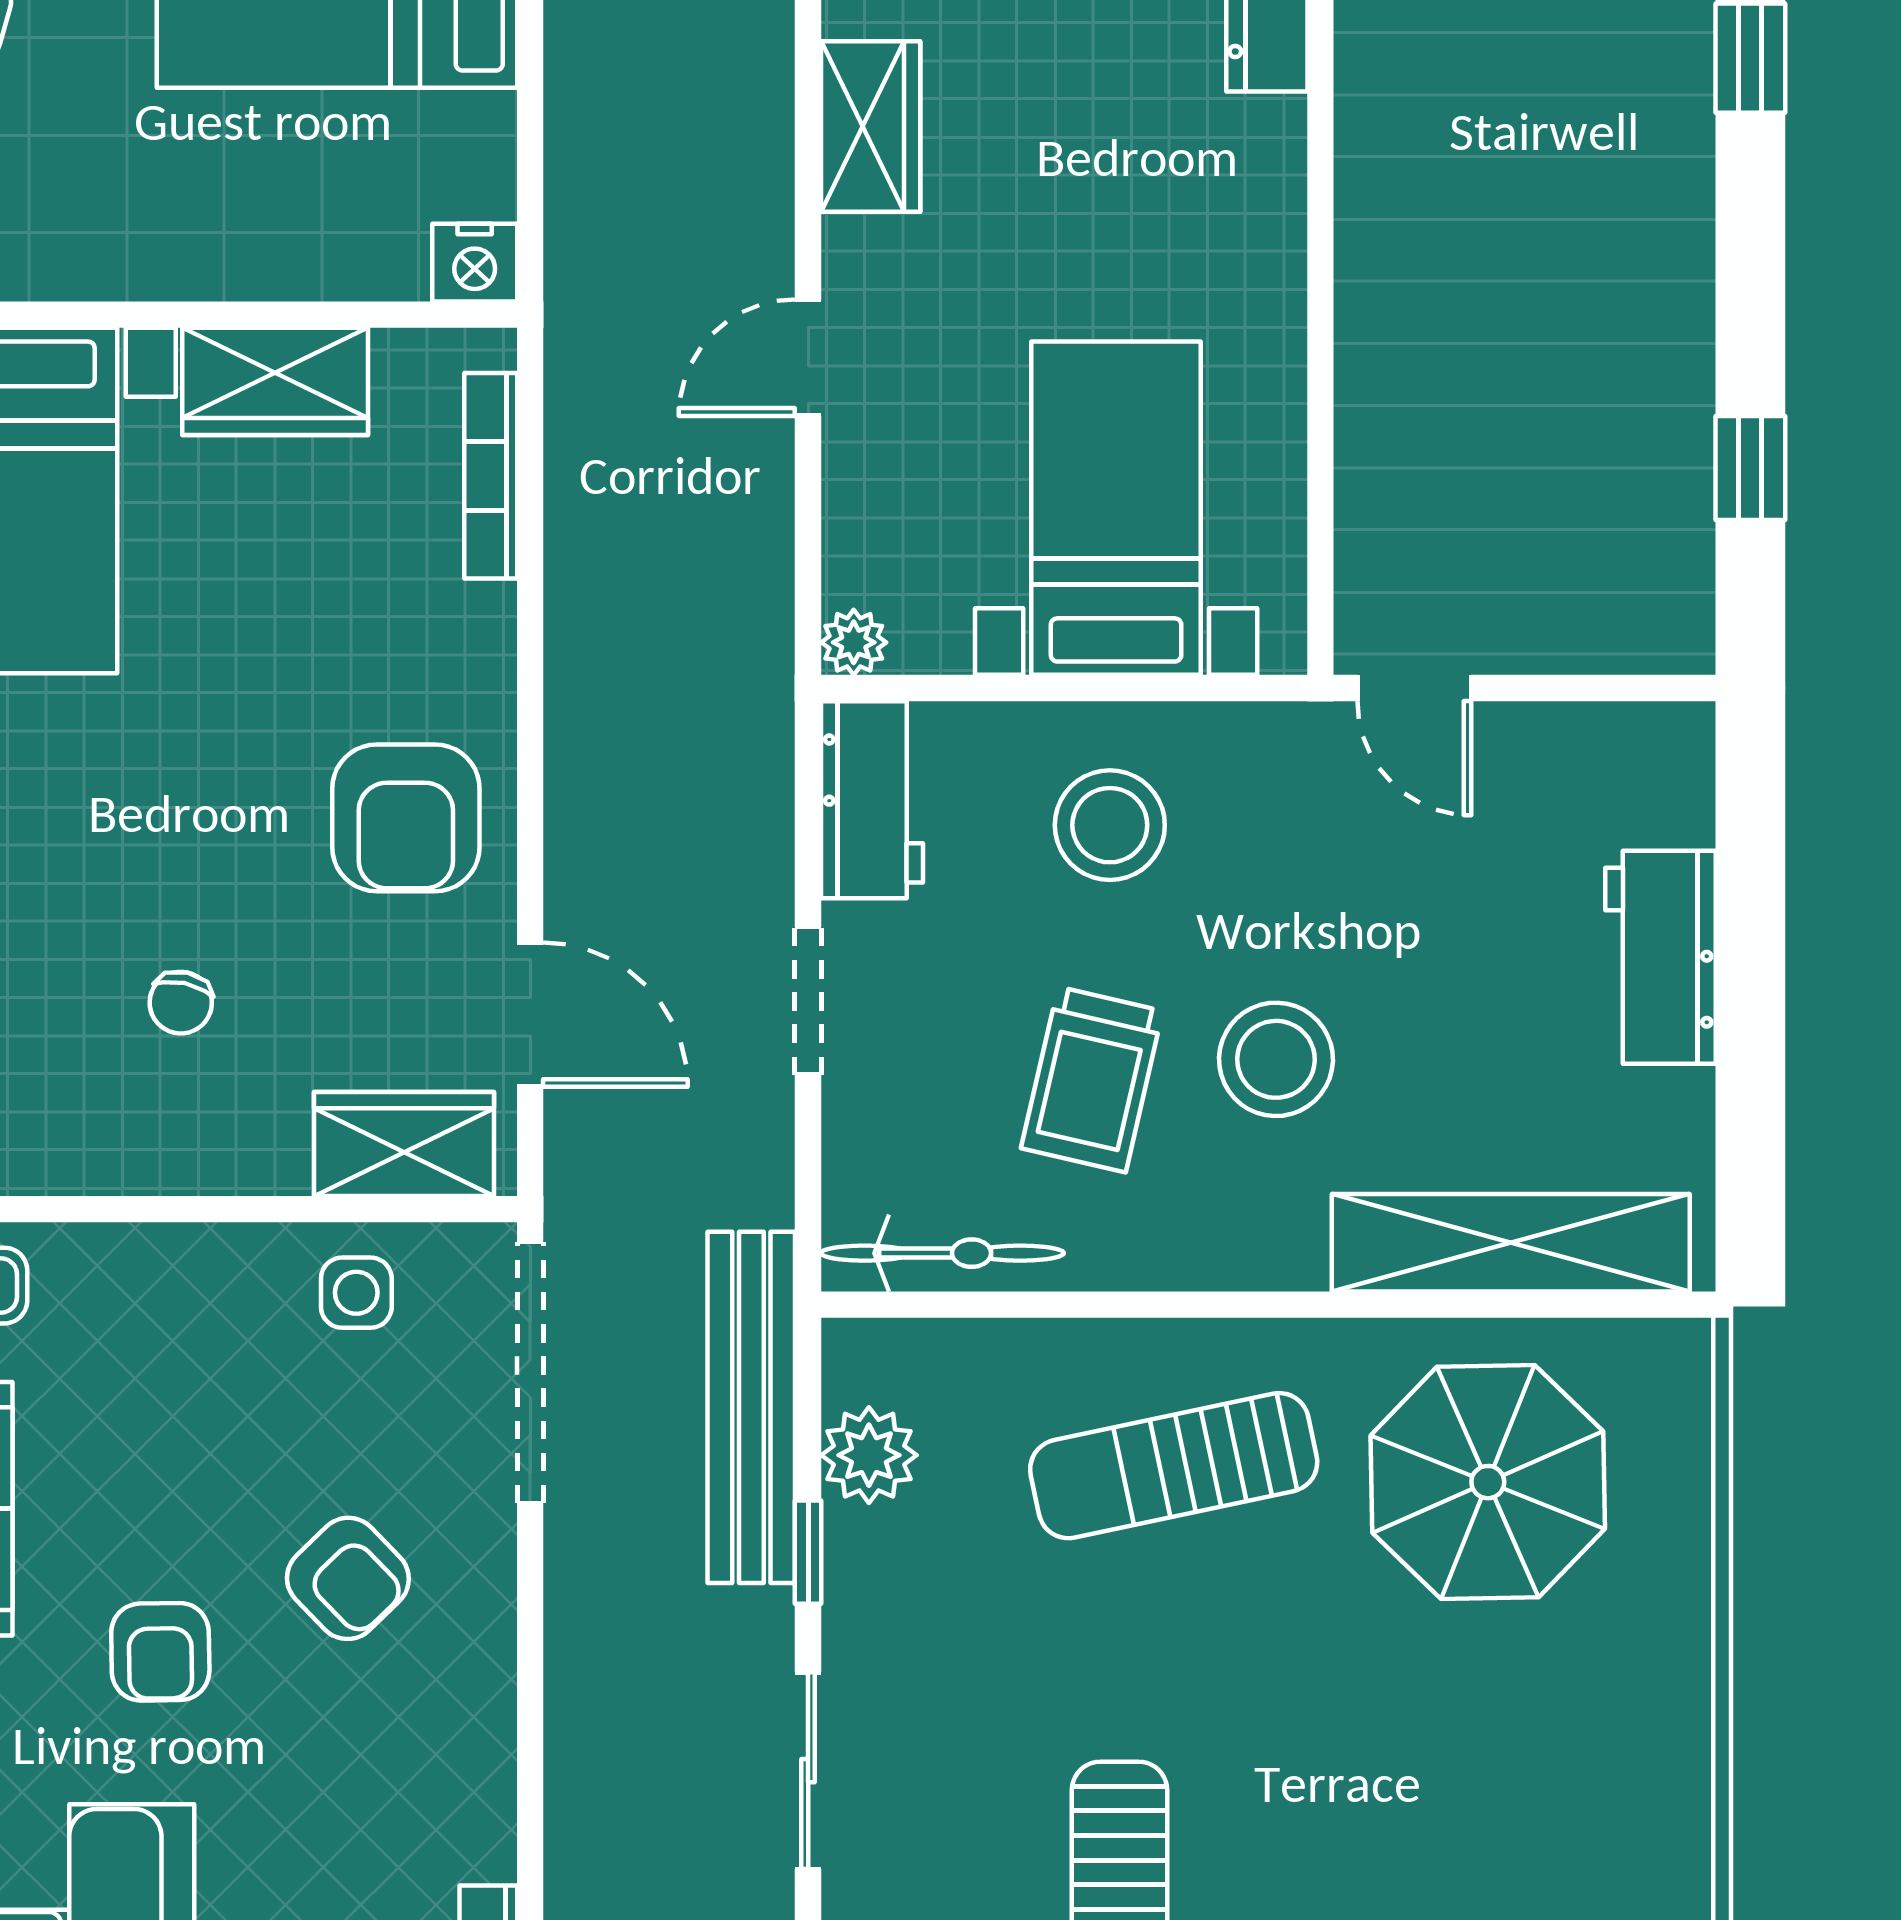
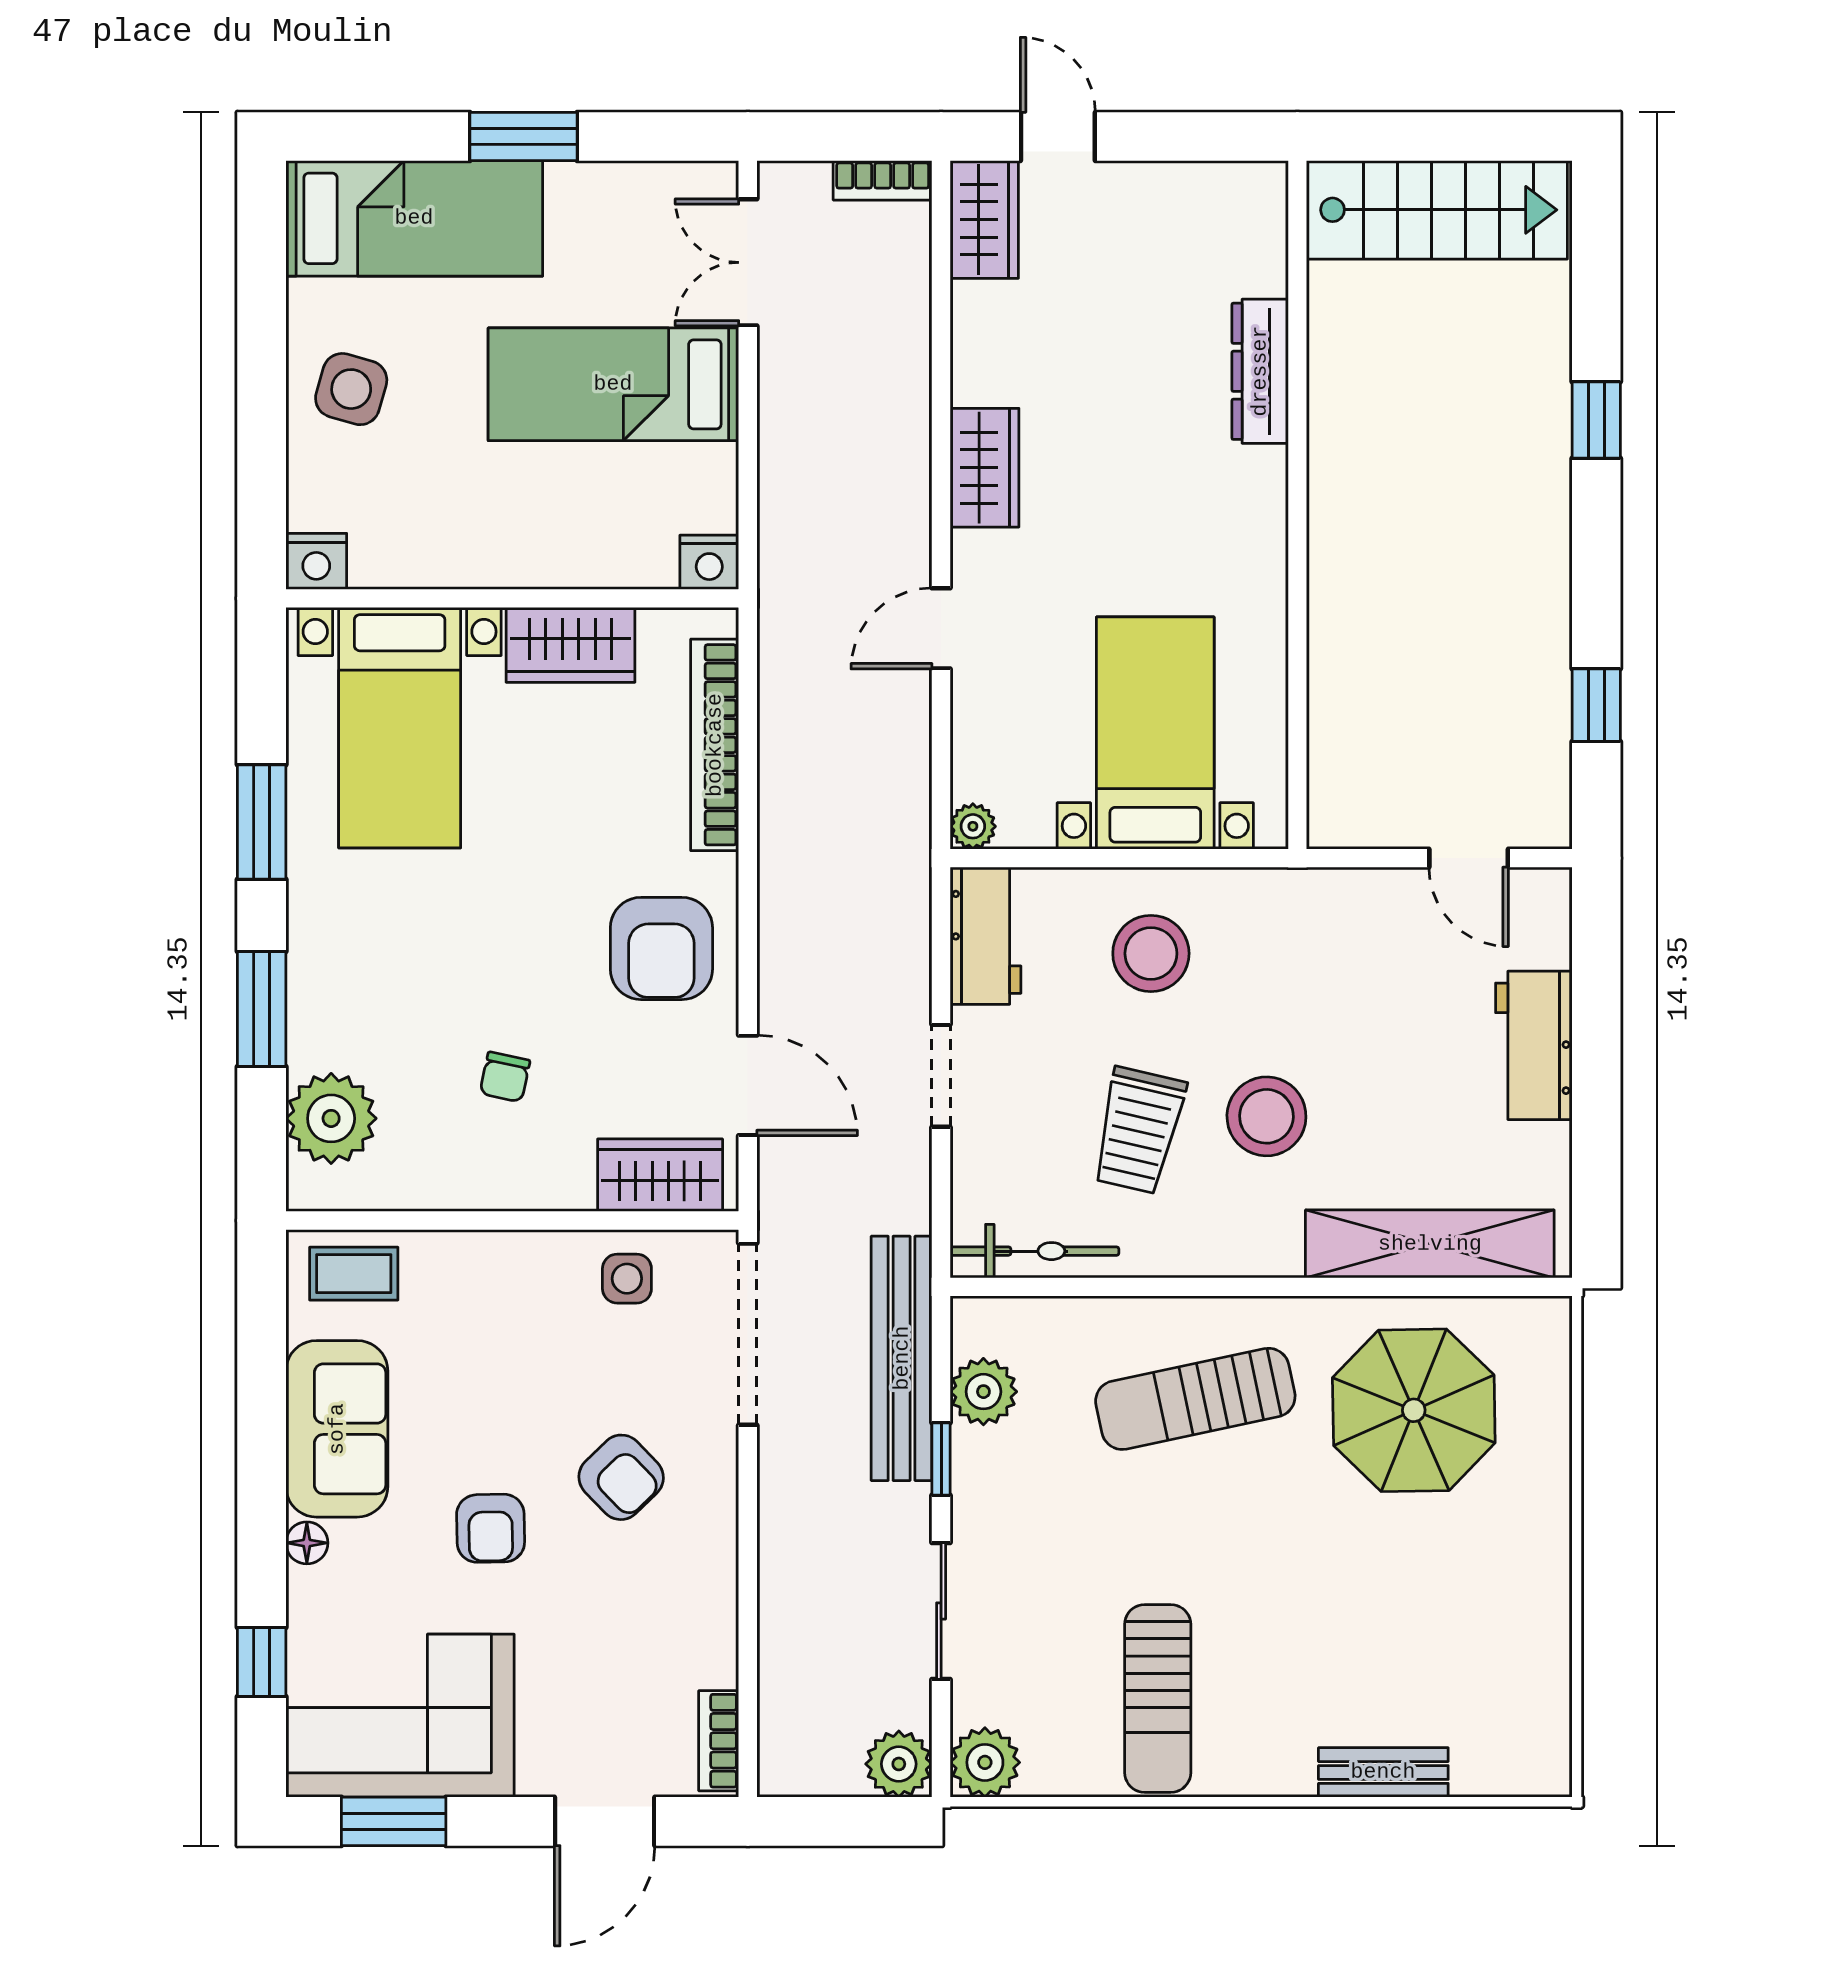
bookcase: (491, 476) -> (715, 745), width x1.48, depth x1.31
door: (1414, 688) -> (1469, 858), moved

